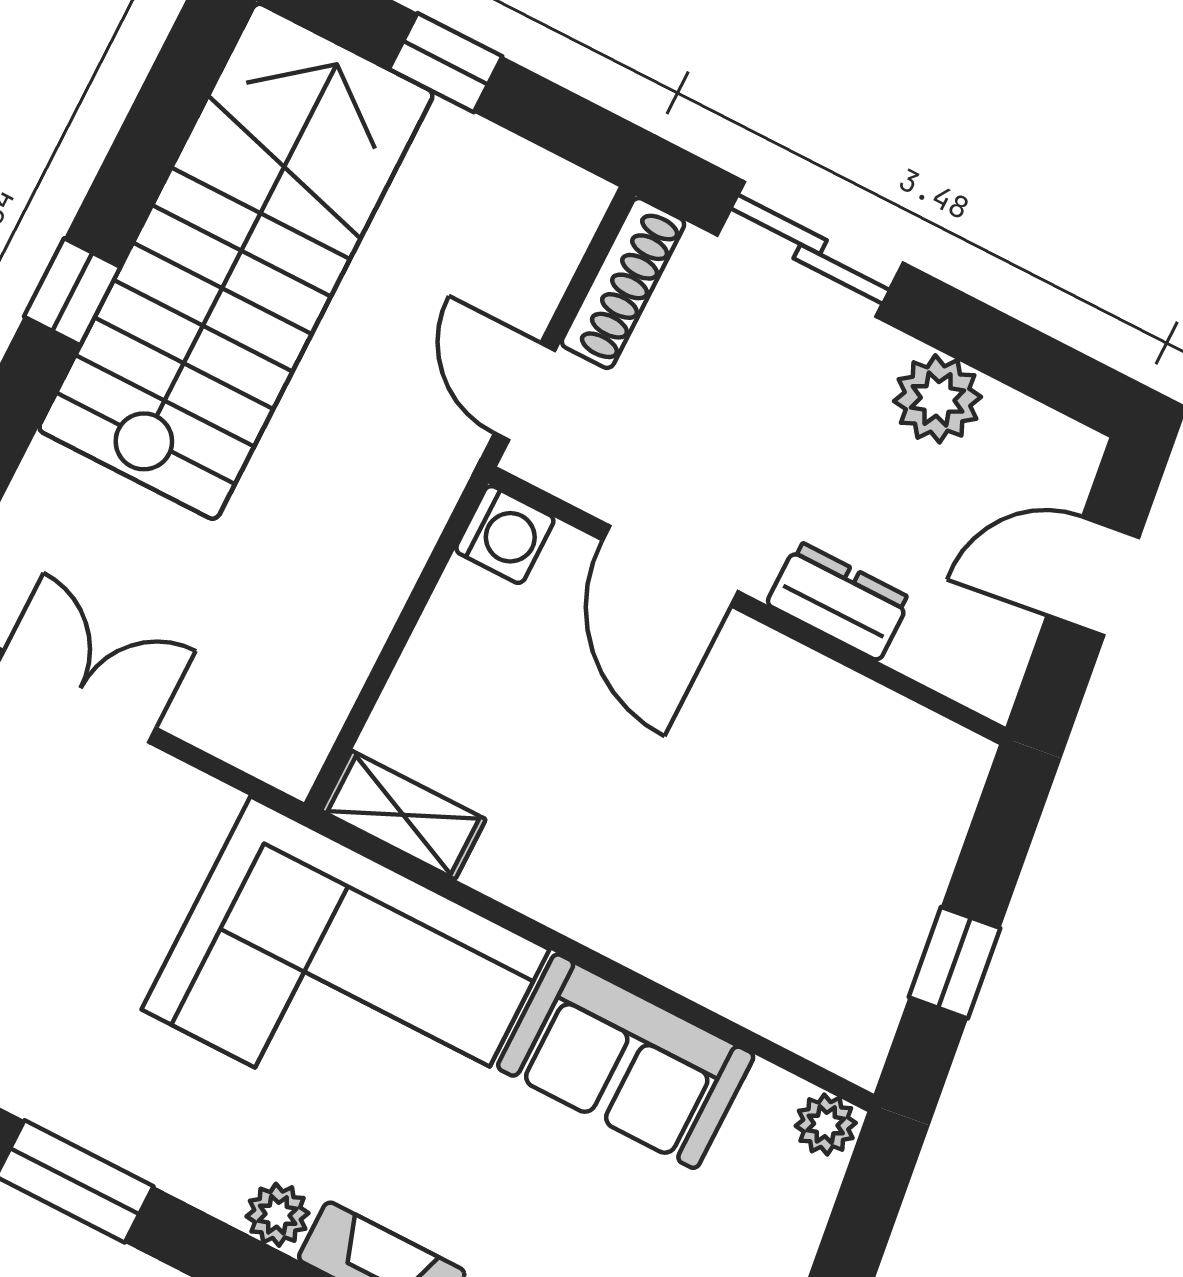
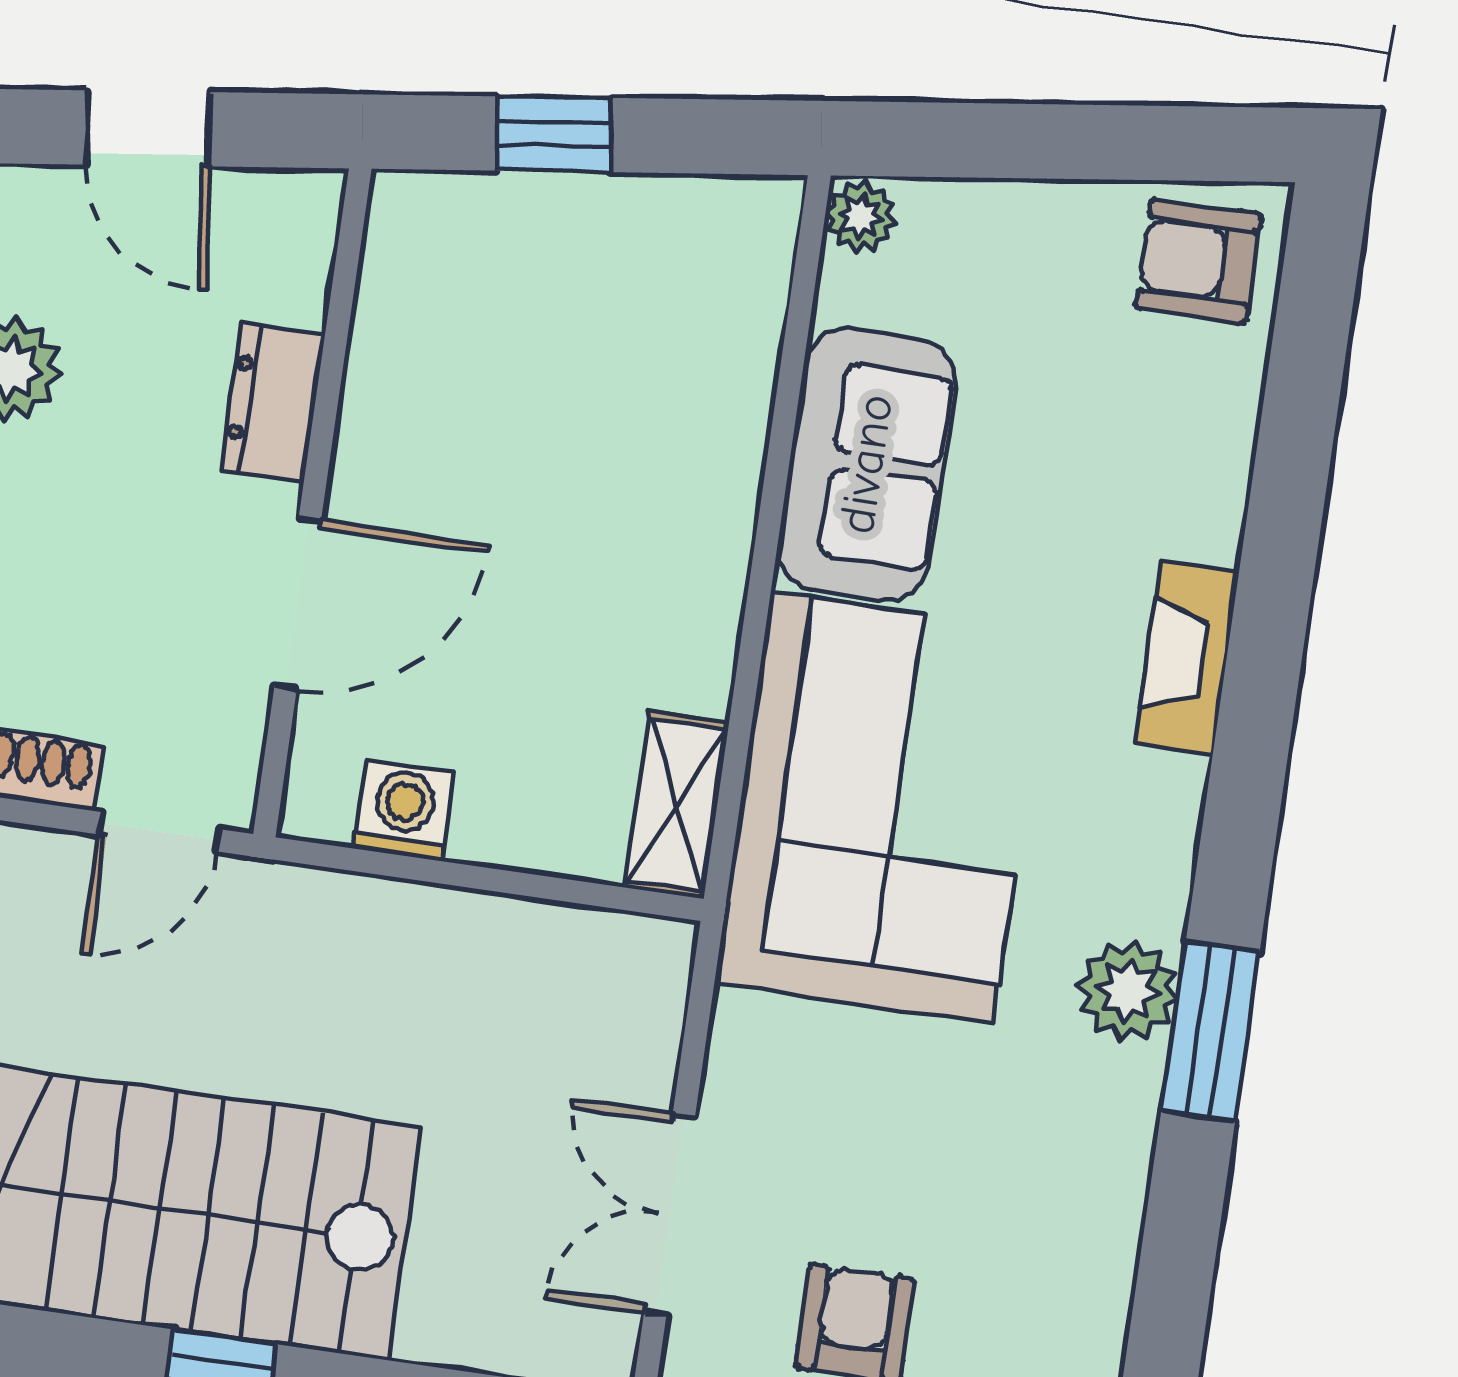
washing machine: (505, 534) -> (404, 811), moved
window: (954, 963) -> (554, 134), moved
plant: (278, 1215) -> (1128, 991), moved, width x1.38, depth x1.38

